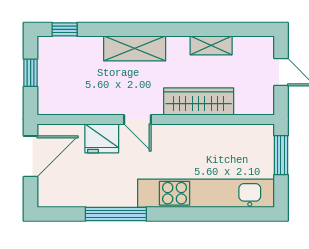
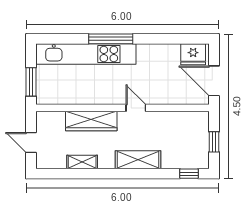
fridge: (102, 138) -> (193, 54), moved, turned 180
door: (31, 156) -> (214, 81), hinge flipped
window: (116, 214) -> (111, 39), moved

